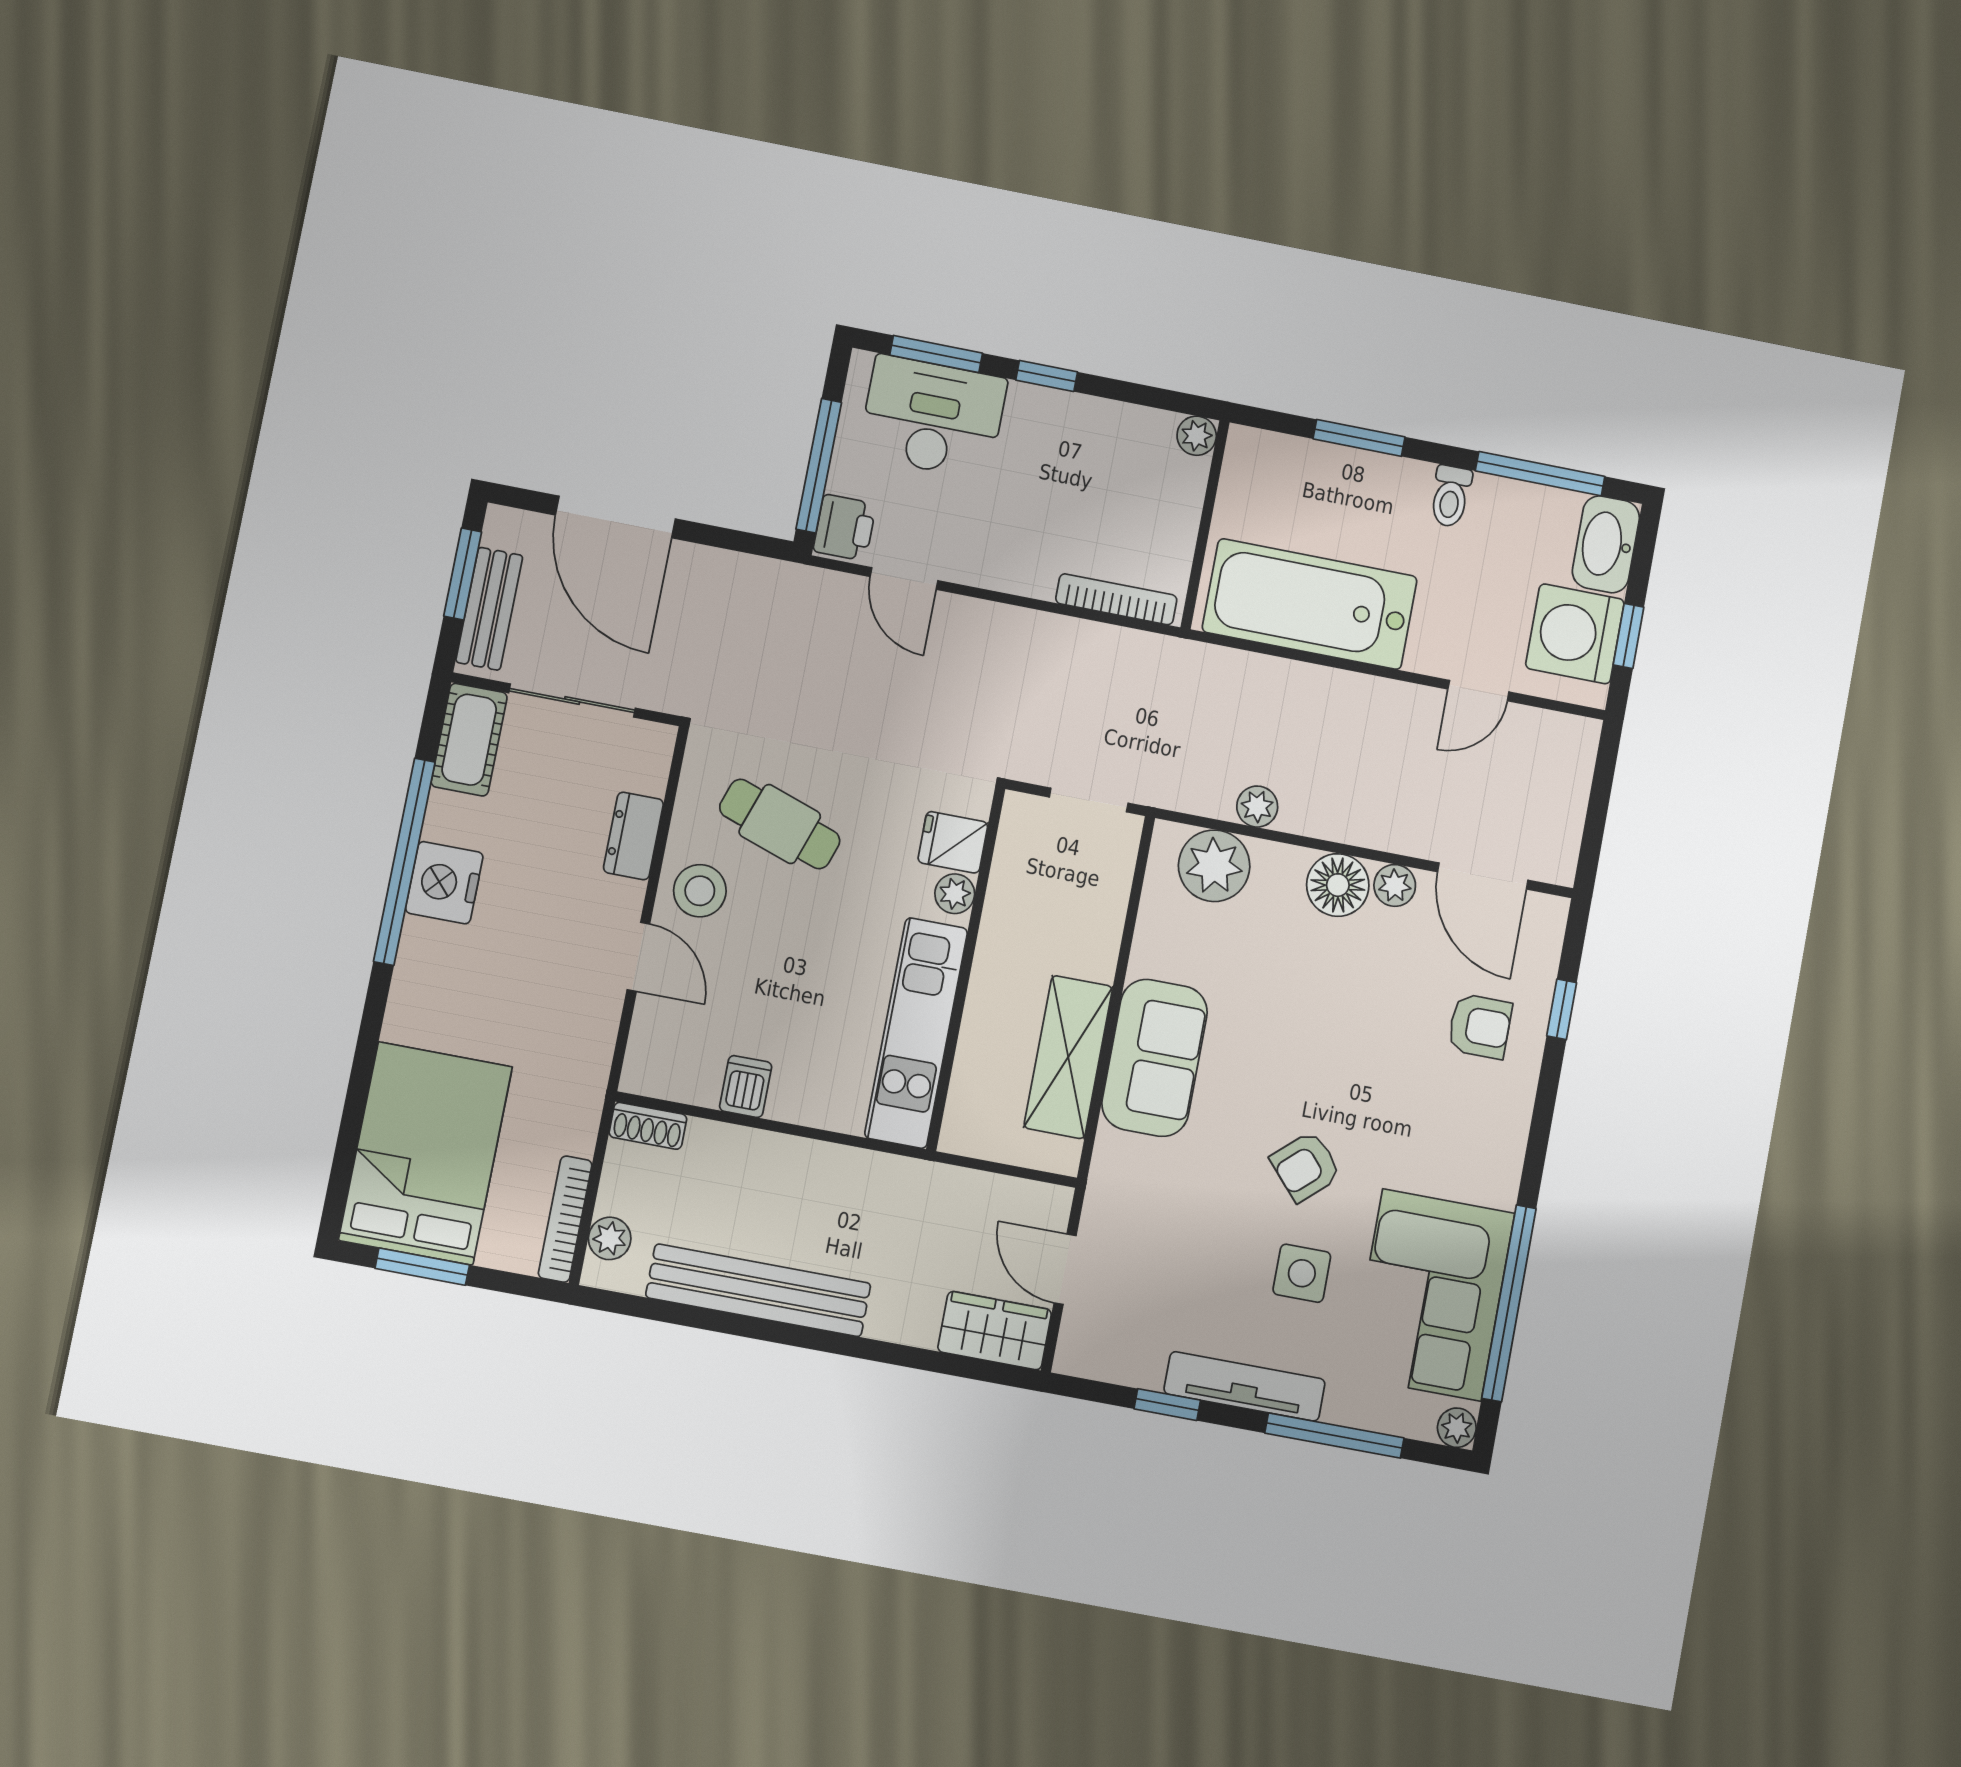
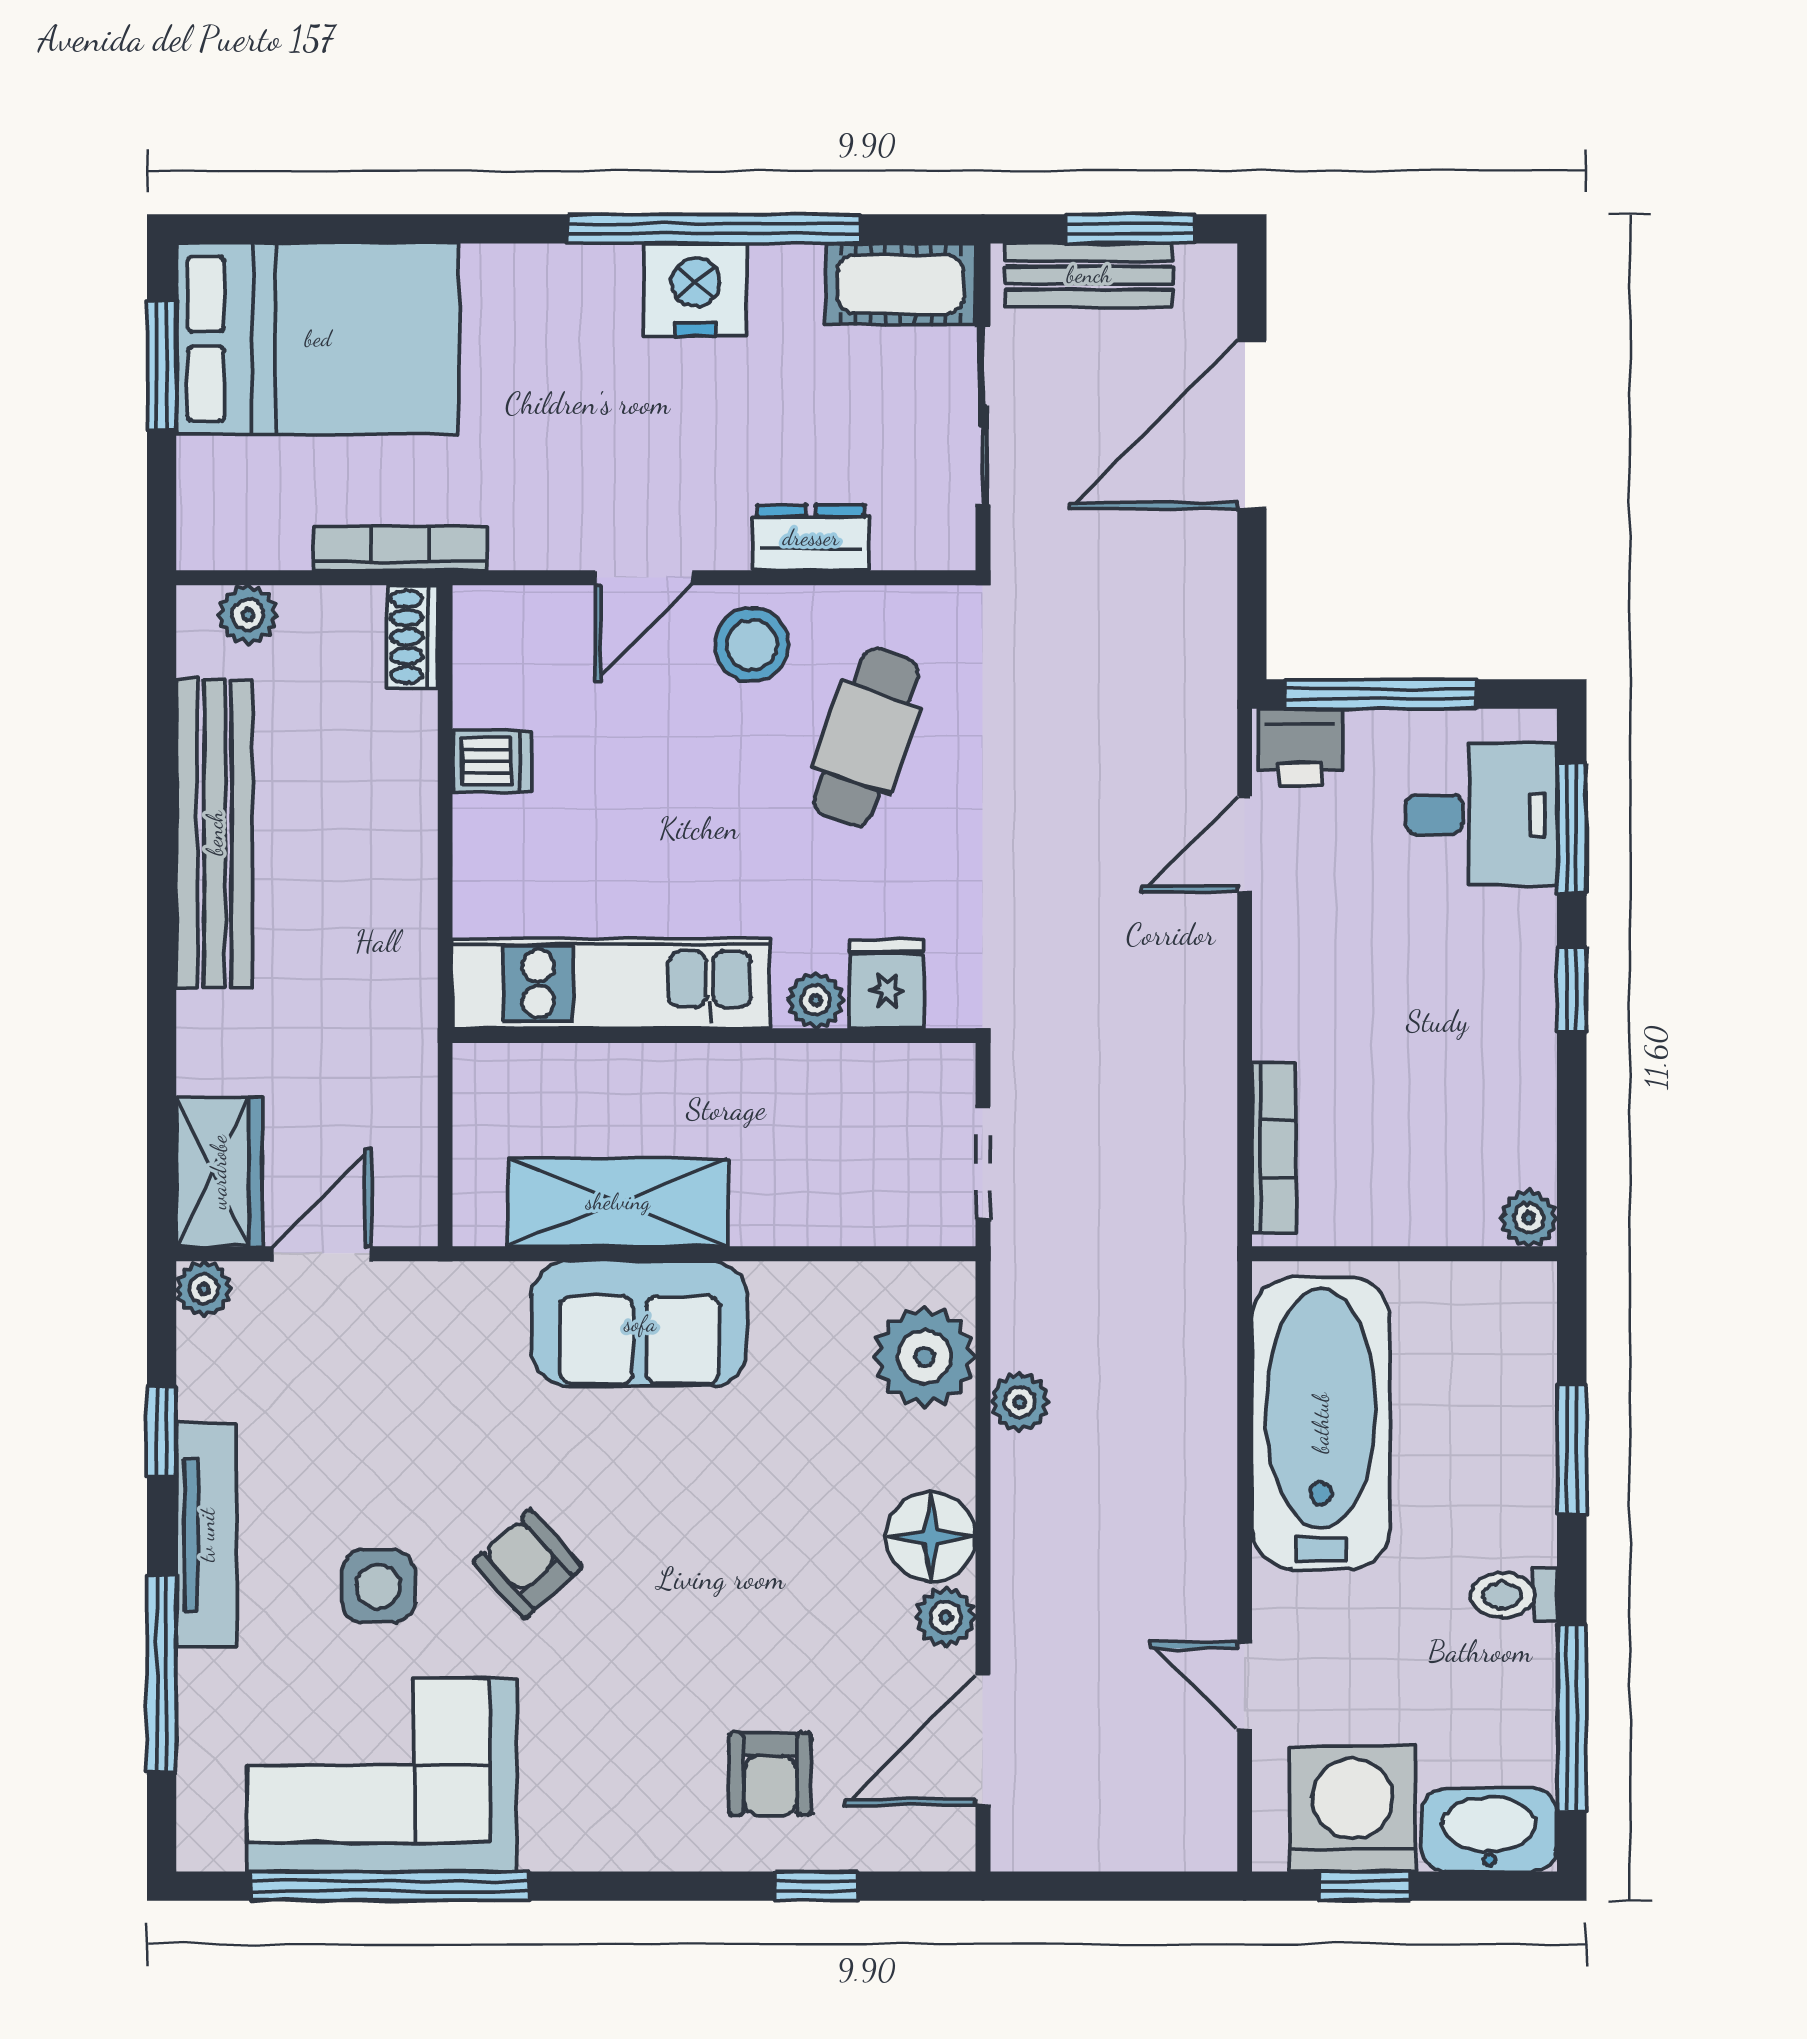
desk: (933, 417) -> (1481, 814), width x0.73
bookcase: (565, 1219) -> (400, 548), moved
plant: (1457, 1428) -> (204, 1289), moved

